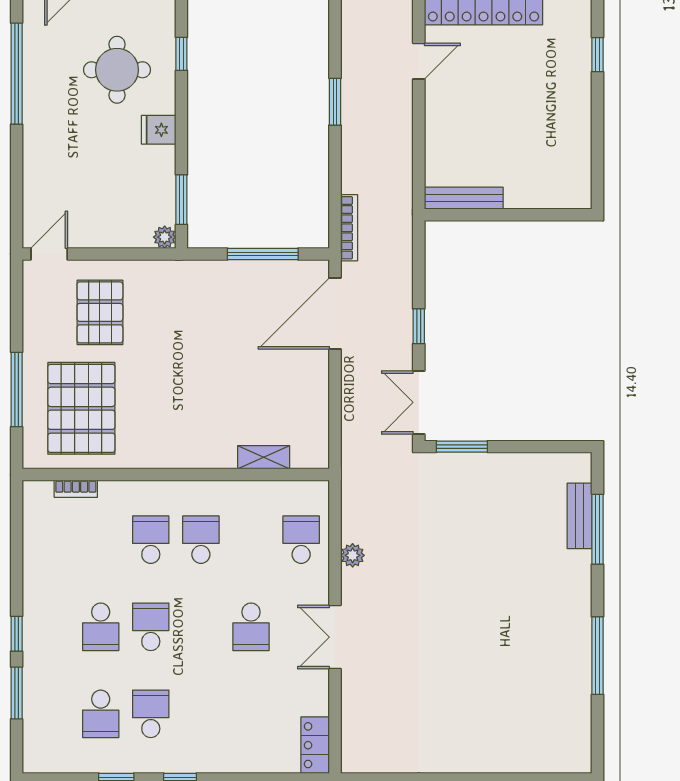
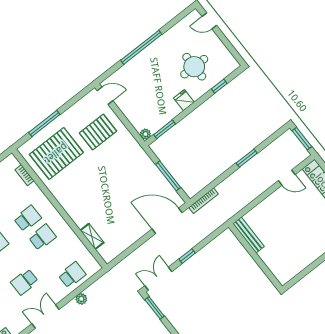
window: (17, 74) -> (141, 47), moved

